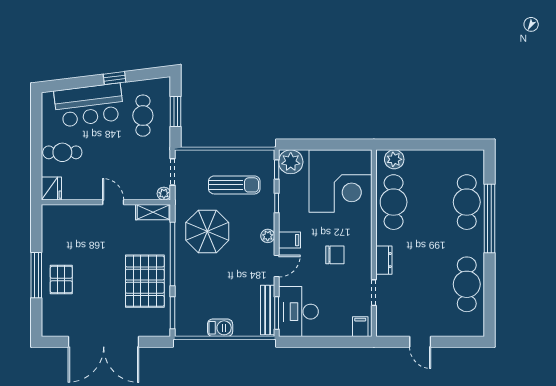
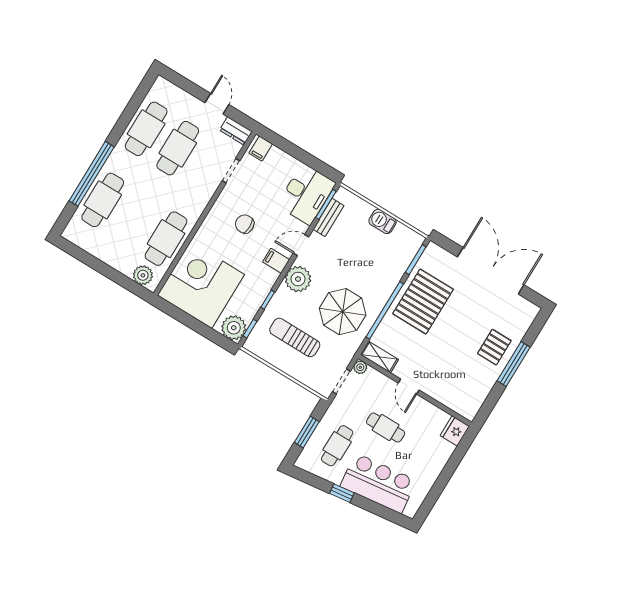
cafe table: (62, 152) -> (386, 427), moved
plant: (268, 236) -> (298, 279), width x1.88, depth x1.88
dresser: (384, 260) -> (236, 131), moved, turned -90
cafe table: (430, 284) -> (178, 148), added
bench: (268, 310) -> (328, 217), width x0.73

